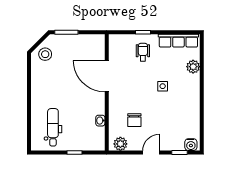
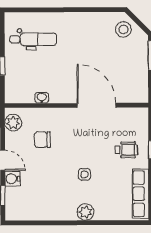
plant: (193, 67) -> (85, 212), moved
door: (107, 76) -> (96, 105), hinge flipped
water cooler: (191, 145) -> (12, 179), moved

